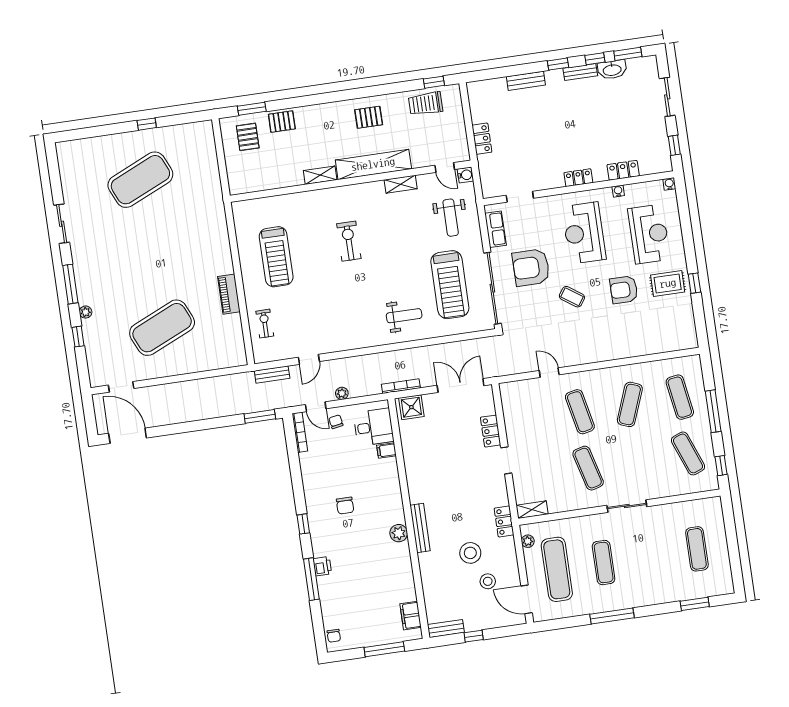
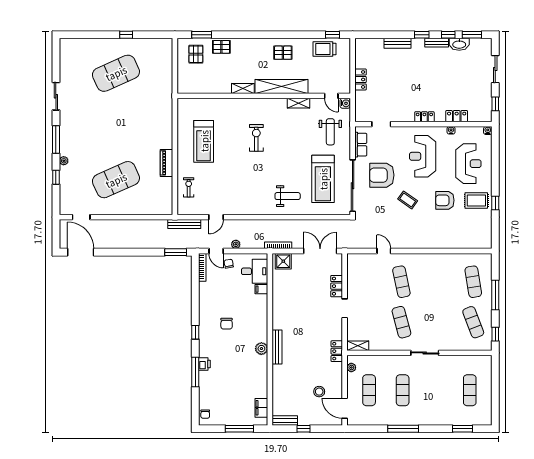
bench: (272, 375) -> (184, 224), width x1.36
exercise mat: (630, 404) -> (437, 282), removed
stool: (470, 553) -> (310, 370), removed
exercise mat: (557, 569) -> (369, 390), width x0.73, depth x0.69

